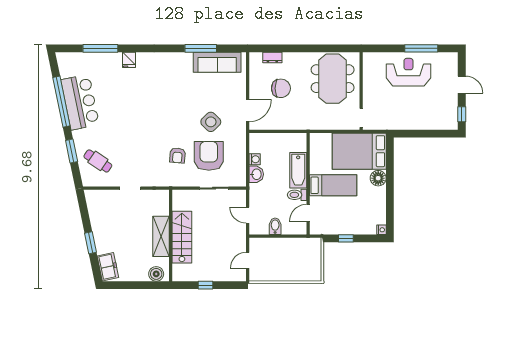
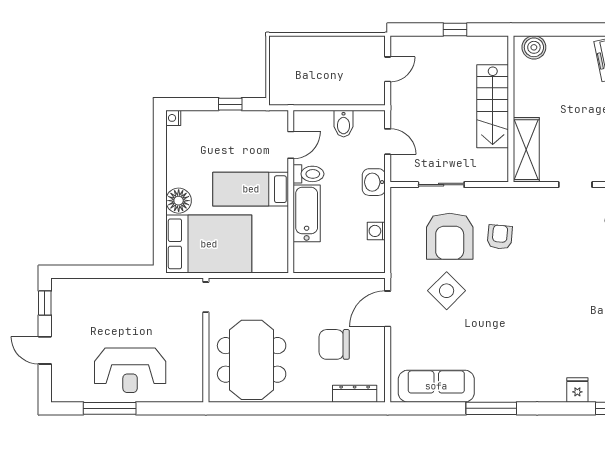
window: (201, 48) -> (491, 408), moved
dresser: (272, 58) -> (355, 394), width x1.44
washbasin: (256, 174) -> (374, 182), moved
shelving: (161, 236) -> (526, 150), moved

